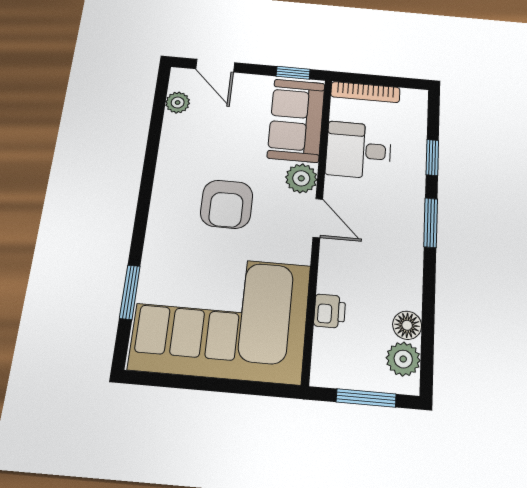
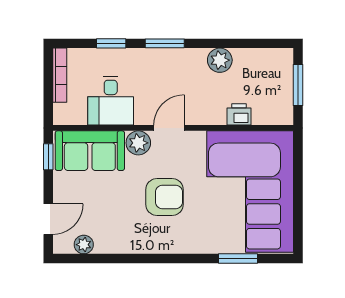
bookcase: (365, 92) -> (60, 75), moved
floor lamp: (407, 325) -> (244, 58), removed
plant: (403, 359) -> (220, 60), moved

